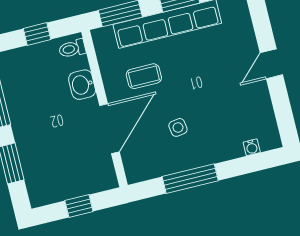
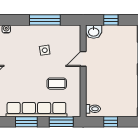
washbasin: (82, 85) -> (94, 32), moved, turned 90
door: (109, 129) -> (83, 59), width x0.53

